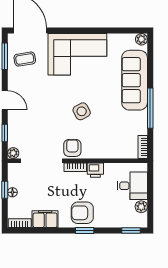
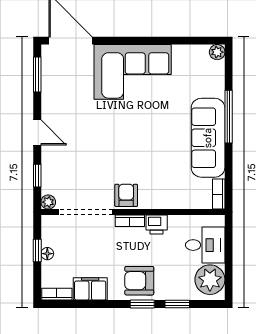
coffee table: (25, 59) -> (64, 78), removed
sofa: (135, 80) -> (208, 138), moved
window: (150, 108) -> (229, 117), moved
side table: (82, 111) -> (138, 147), removed
plant: (141, 207) -> (210, 280), width x1.88, depth x1.88
window: (131, 230) -> (177, 304), moved

